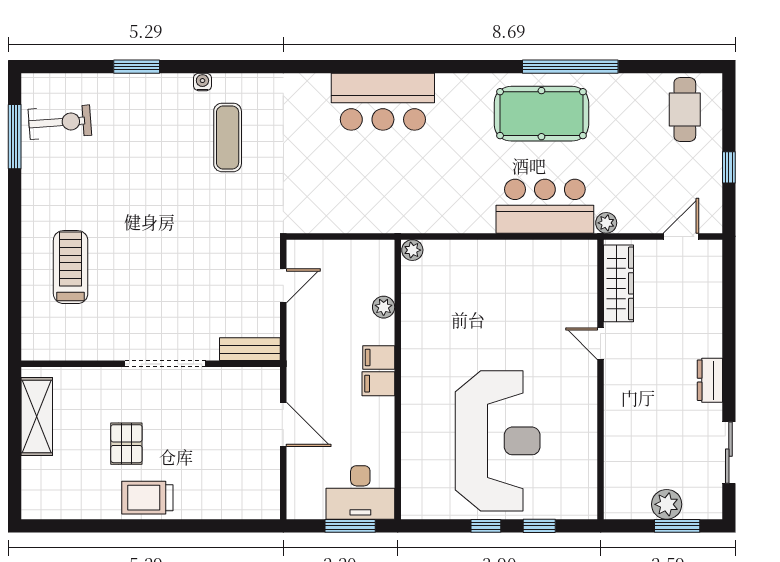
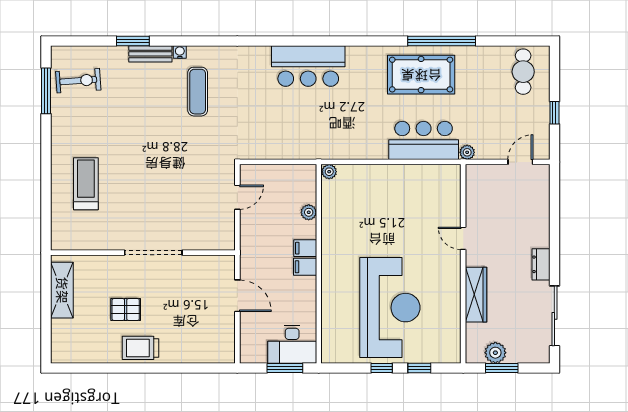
wardrobe: (619, 283) -> (476, 295), moved
bench: (250, 349) -> (150, 54), moved
pallet: (126, 444) -> (126, 310), turned 90
sliding door: (729, 453) -> (554, 316), width x1.37
plant: (667, 504) -> (495, 353), moved
window: (677, 526) -> (502, 368), moved

